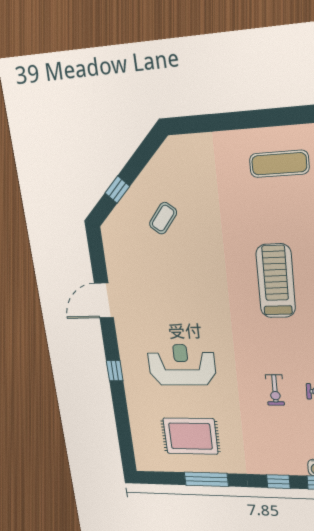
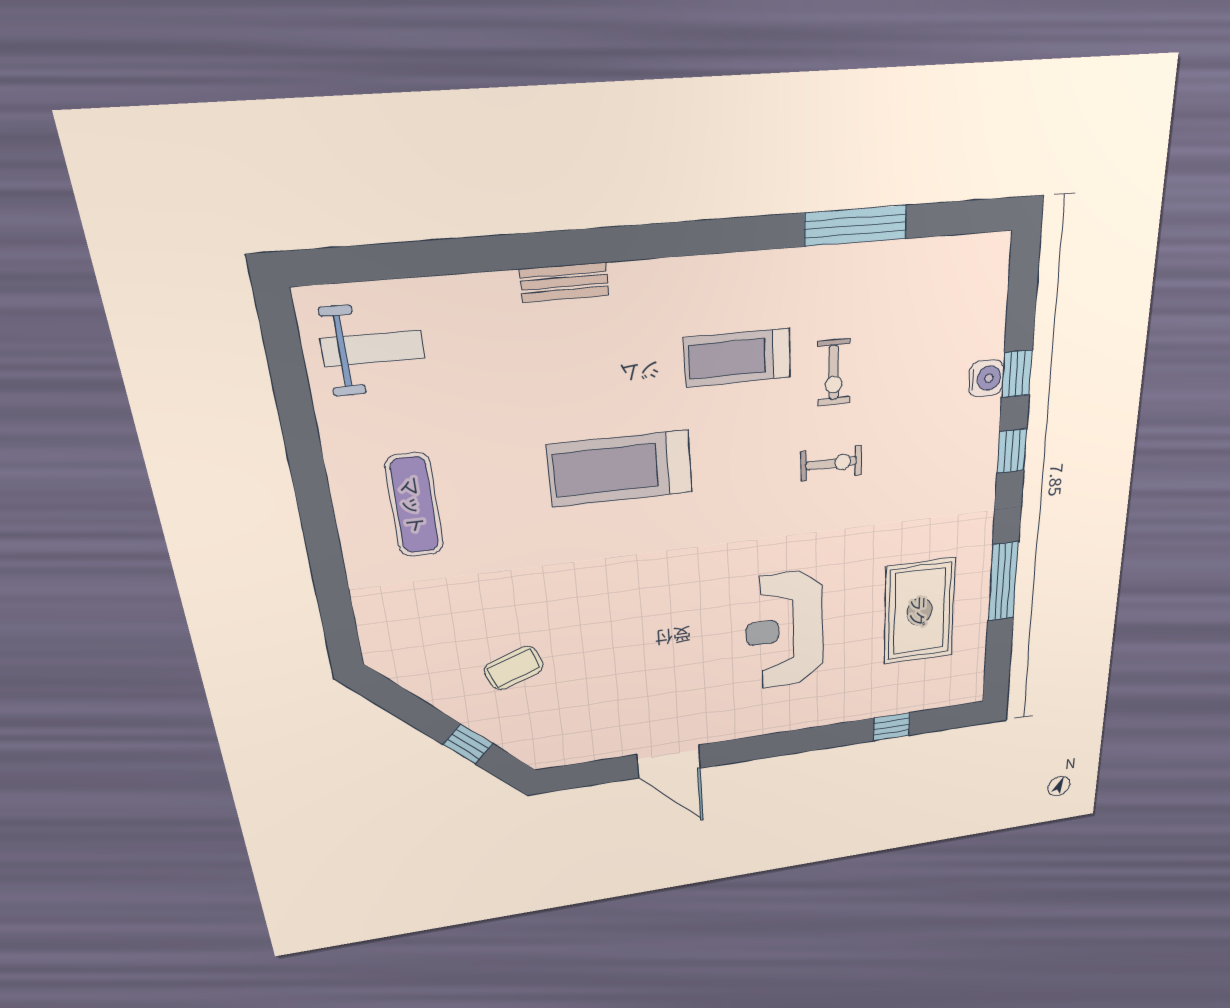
exercise mat: (279, 164) -> (414, 505), moved
coffee table: (163, 218) -> (514, 668), turned -59
window: (115, 371) -> (892, 727), moved

